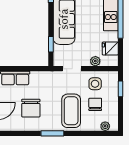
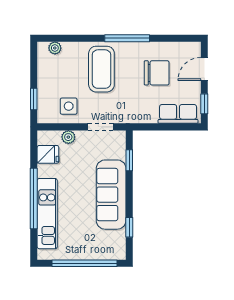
chair: (95, 104) -> (68, 78), removed
chair: (31, 108) -> (157, 73), turned 90
window: (52, 133) -> (127, 38), width x1.44

